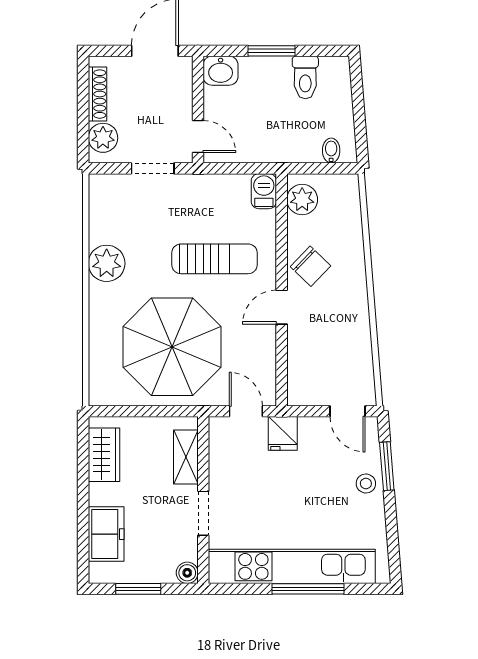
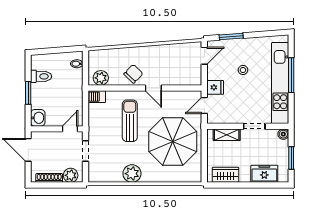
stool: (366, 484) -> (243, 70), moved

